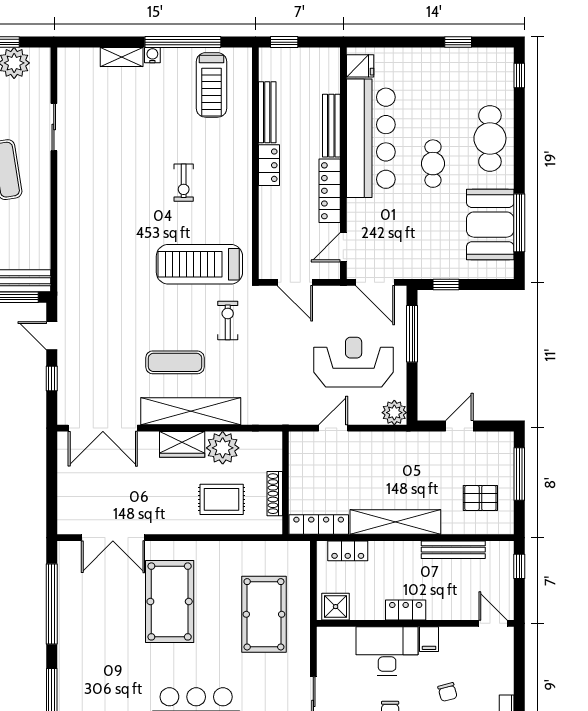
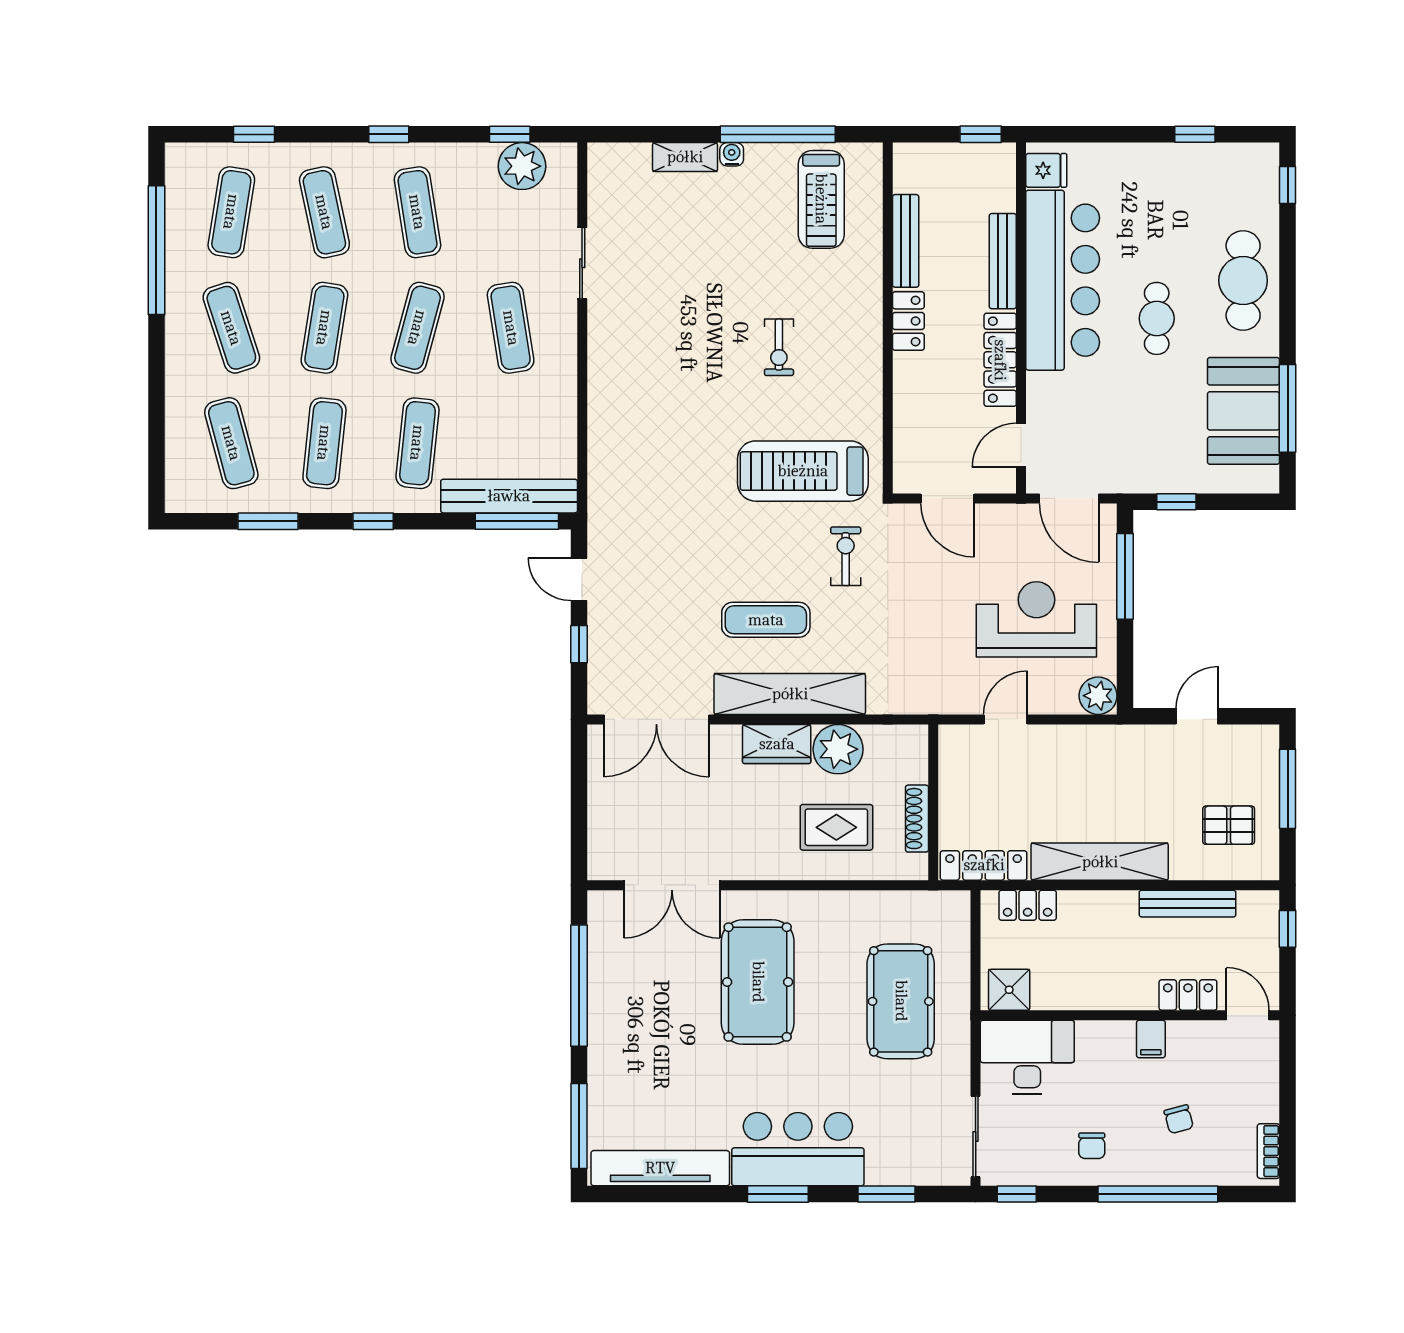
window: (284, 42) -> (981, 134), moved
locker: (406, 610) -> (1188, 995), moved
desk: (387, 651) -> (1027, 1057), moved

